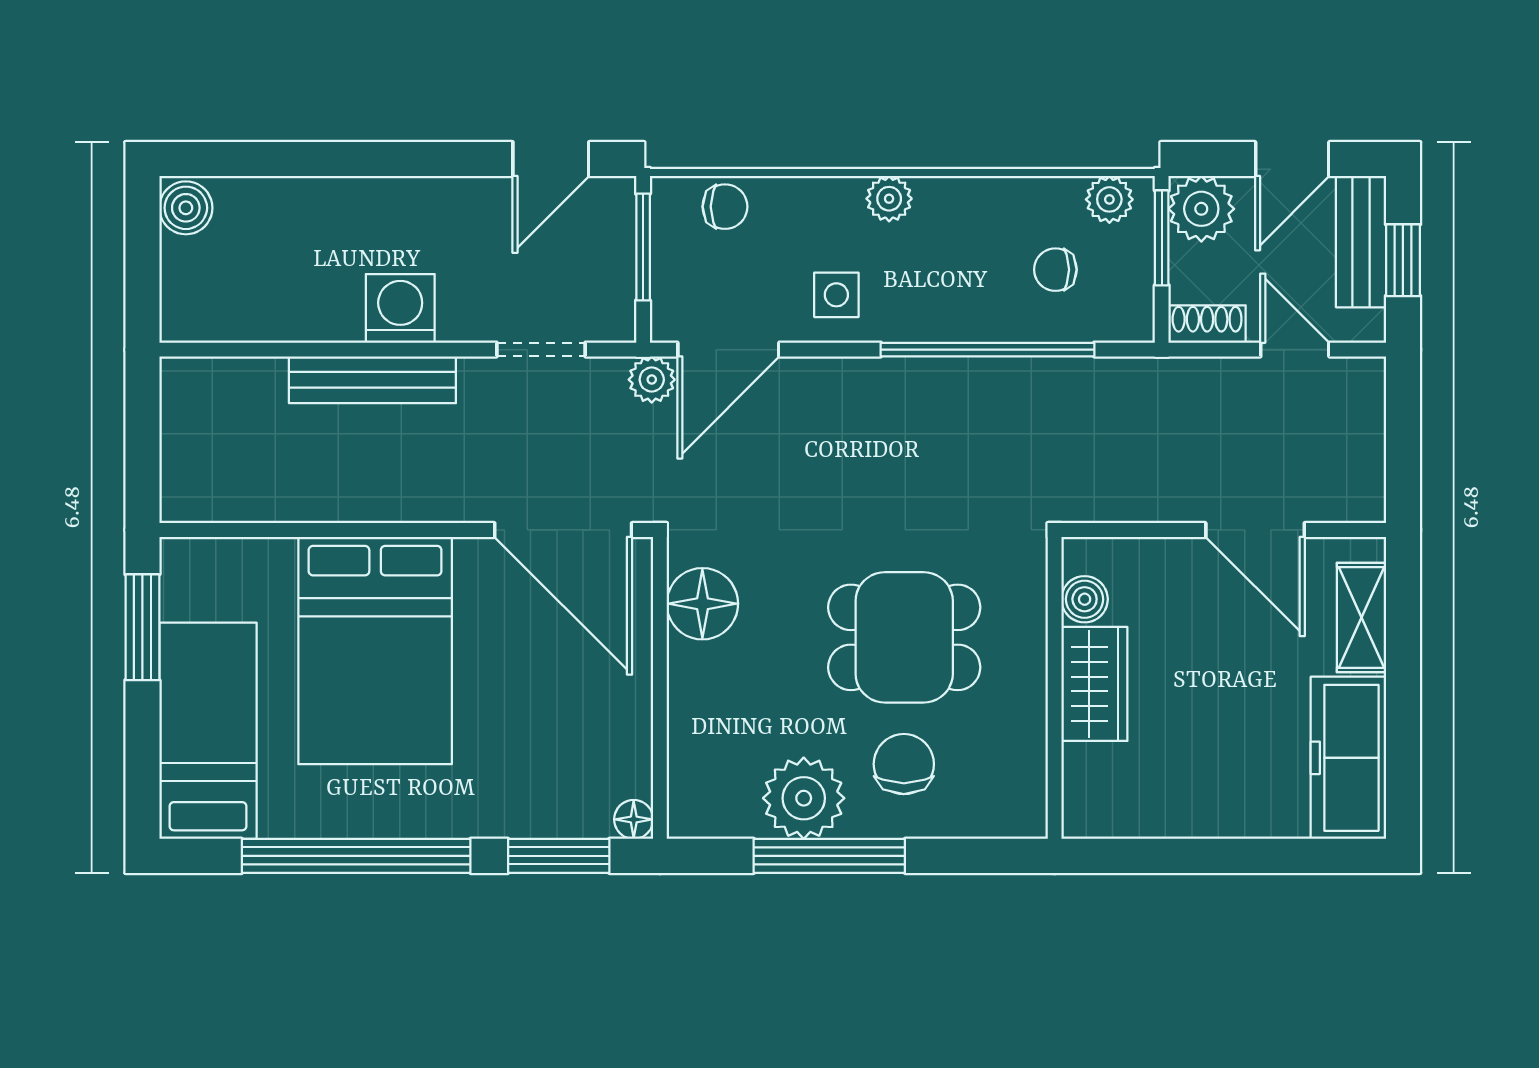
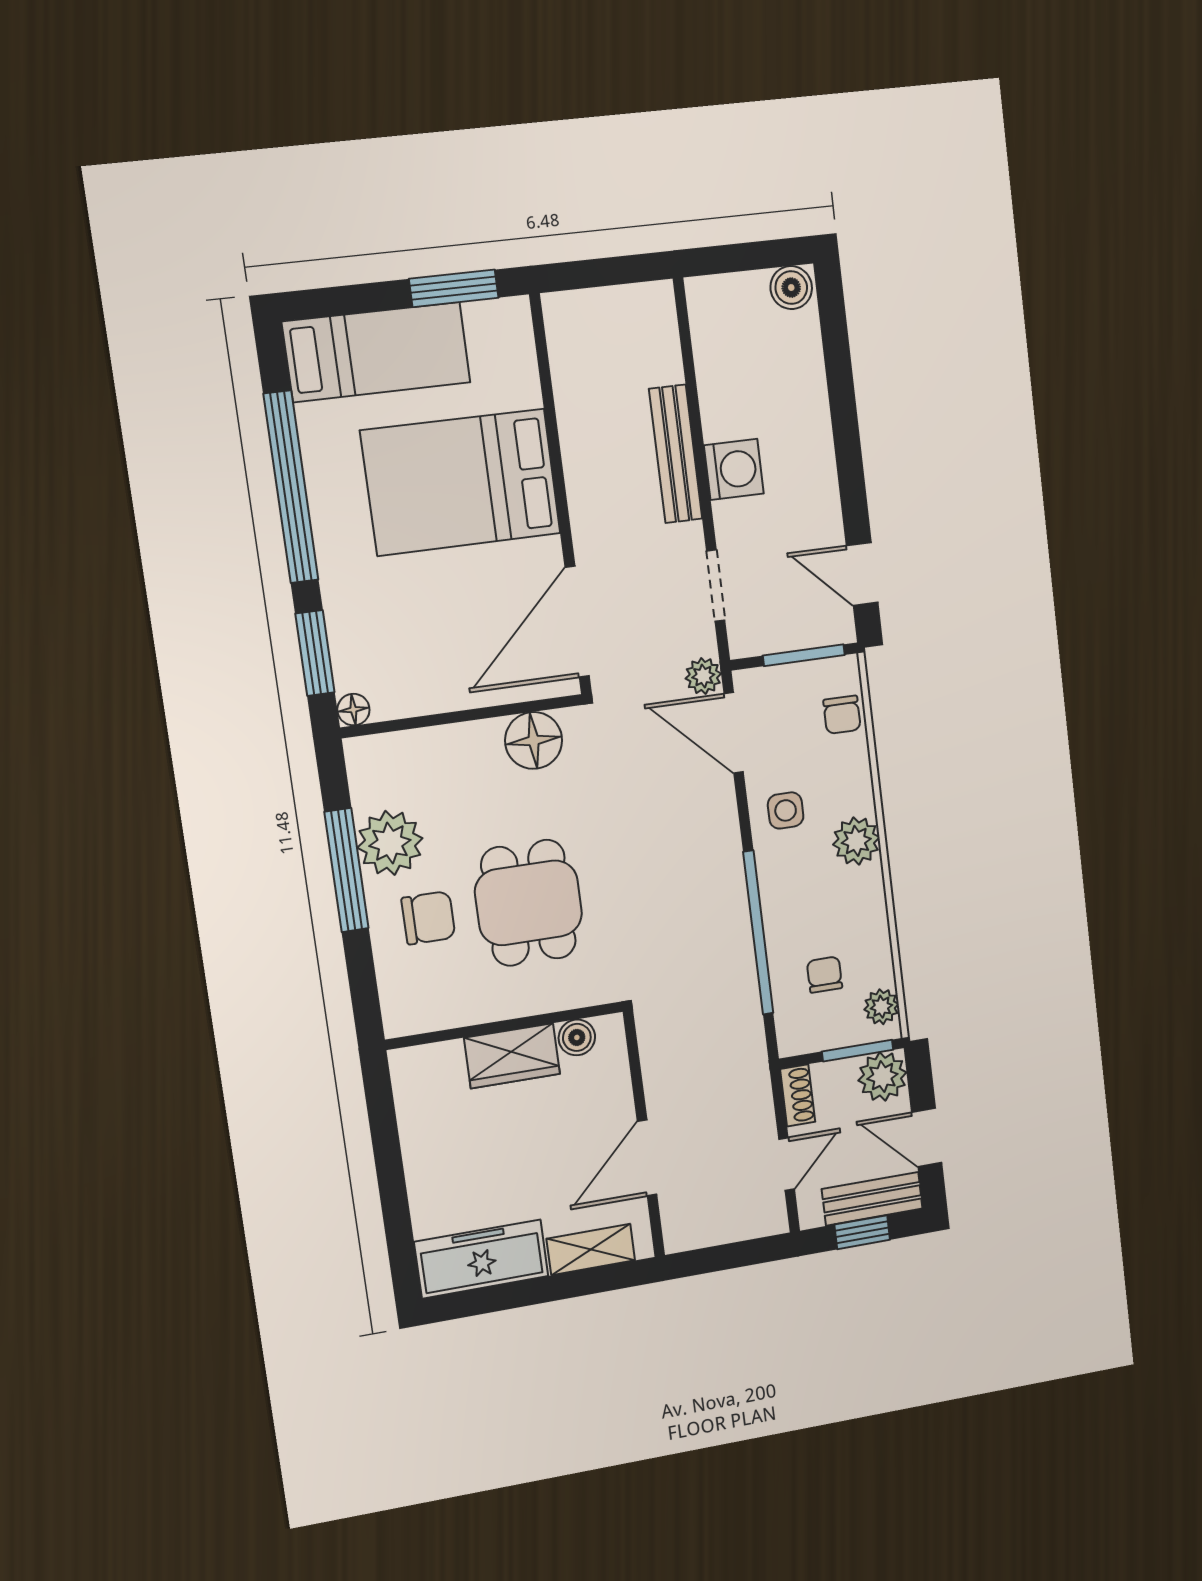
plant: (889, 199) -> (856, 841), width x1.38, depth x1.38

